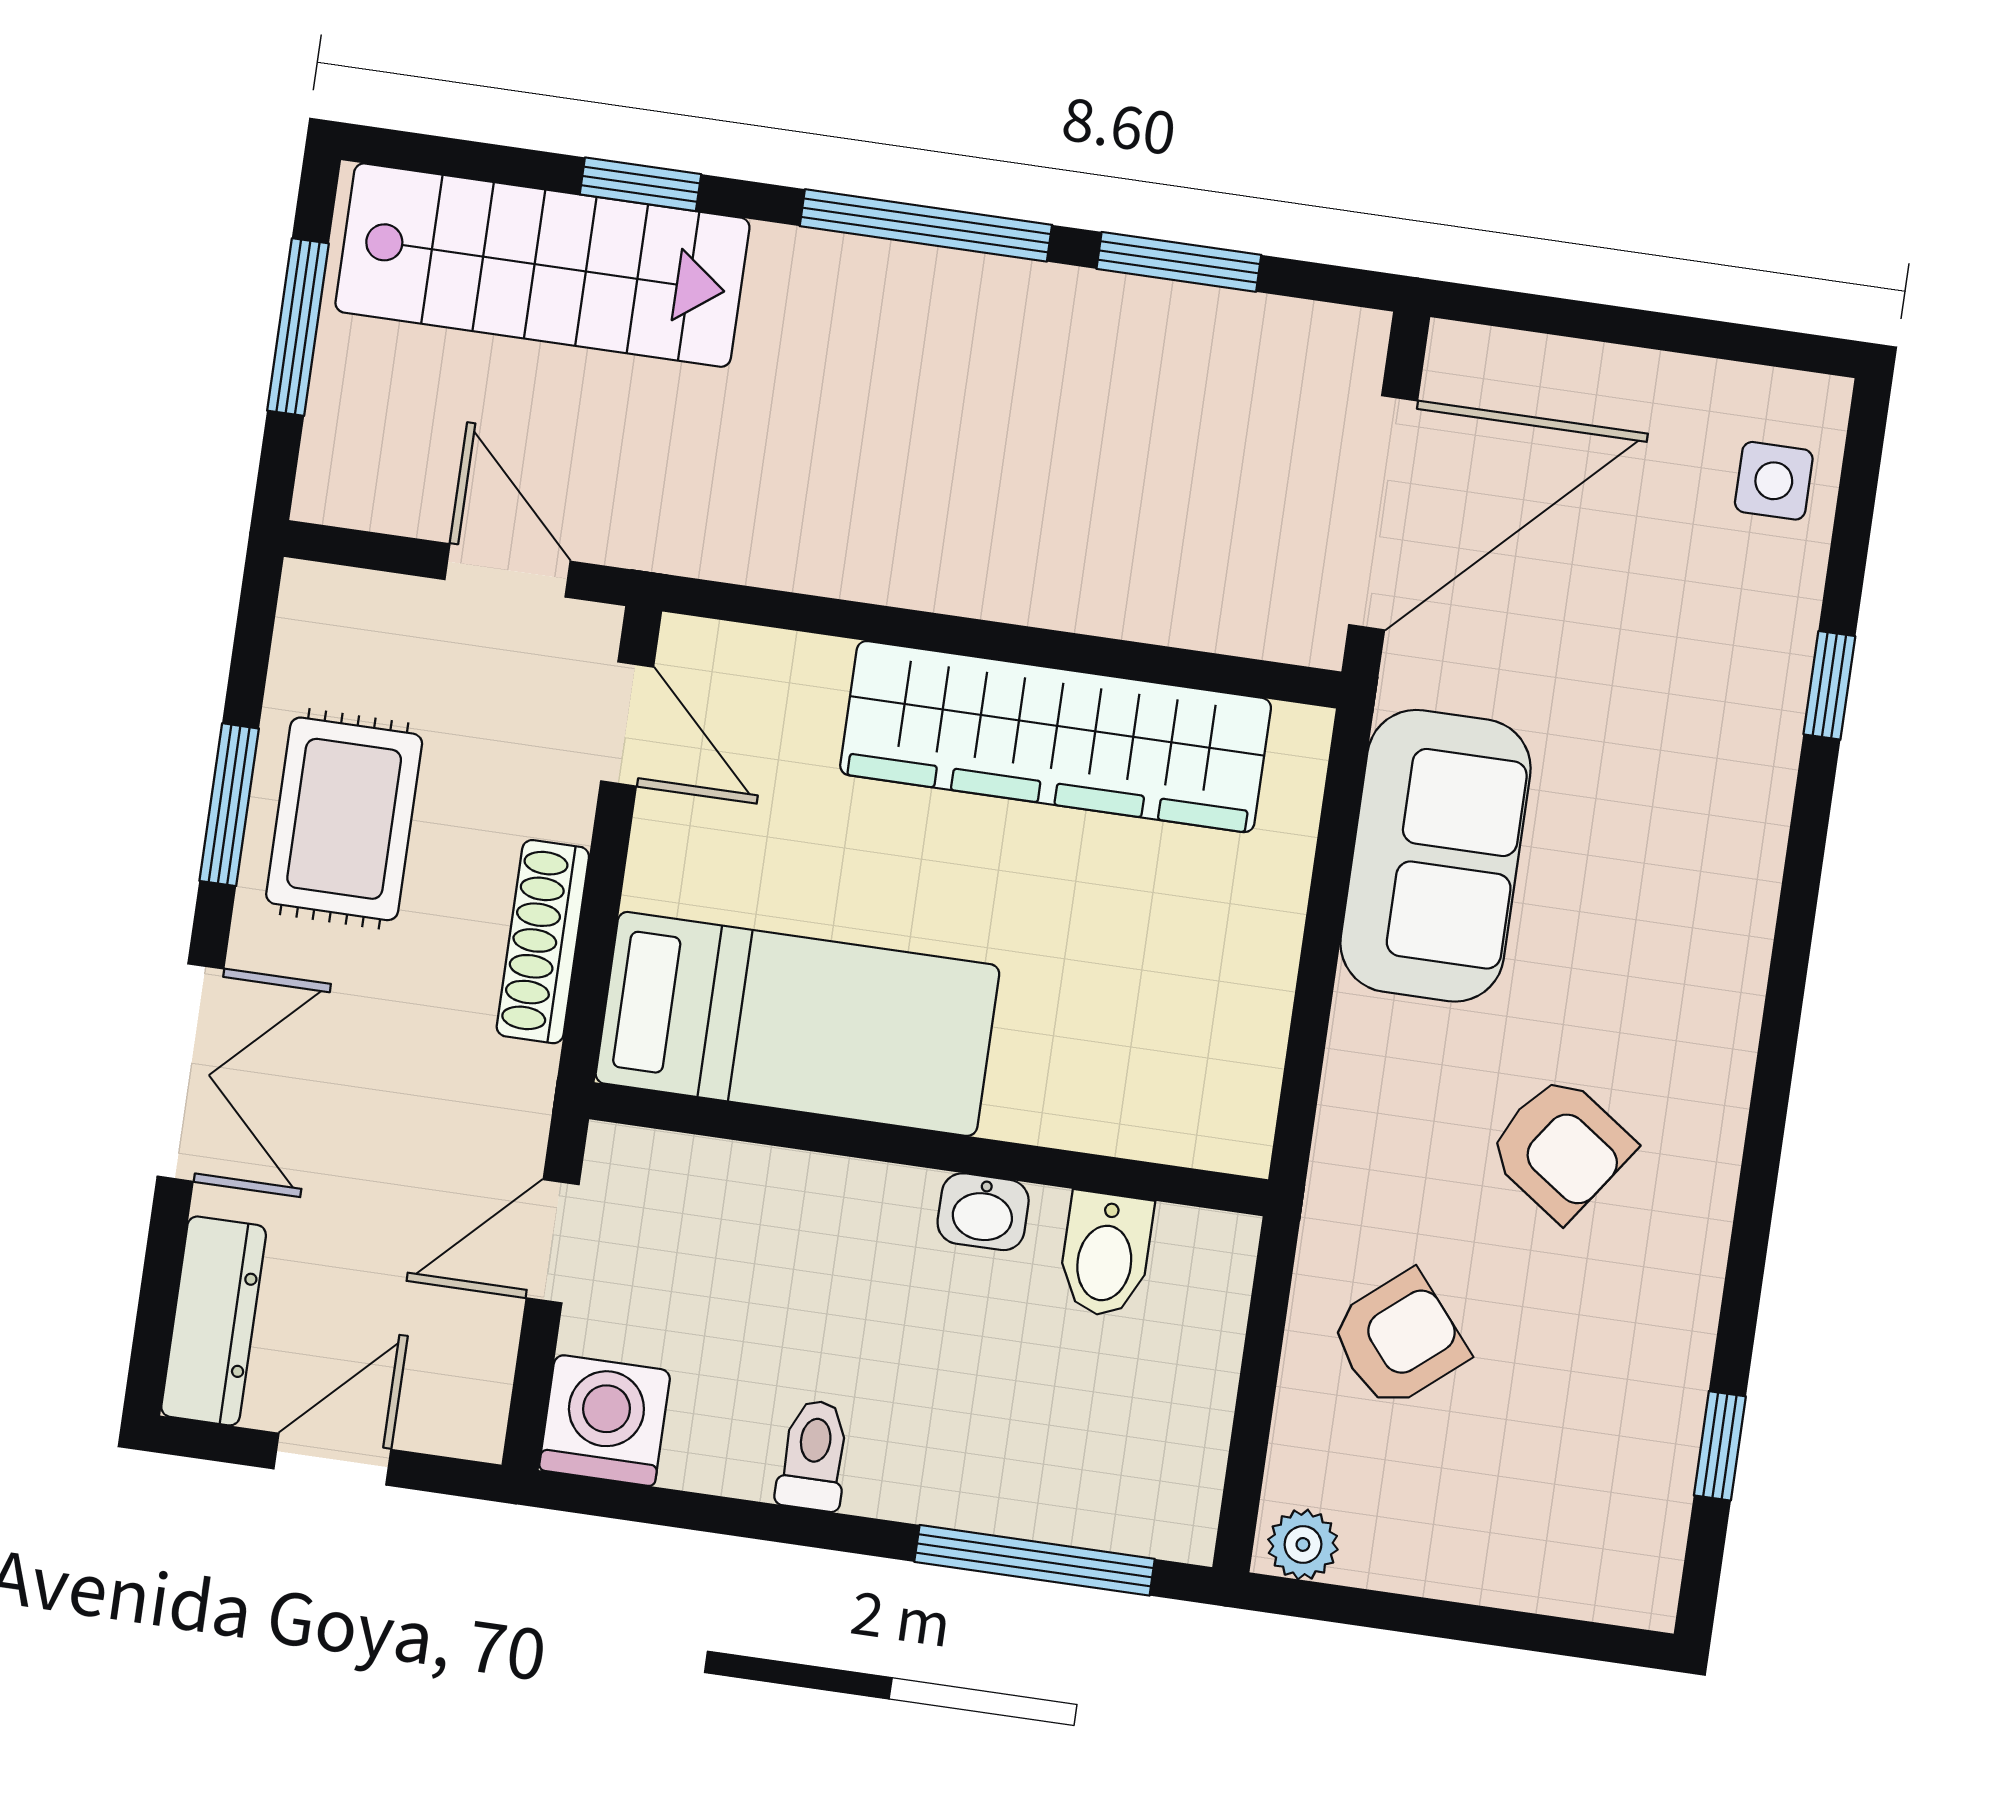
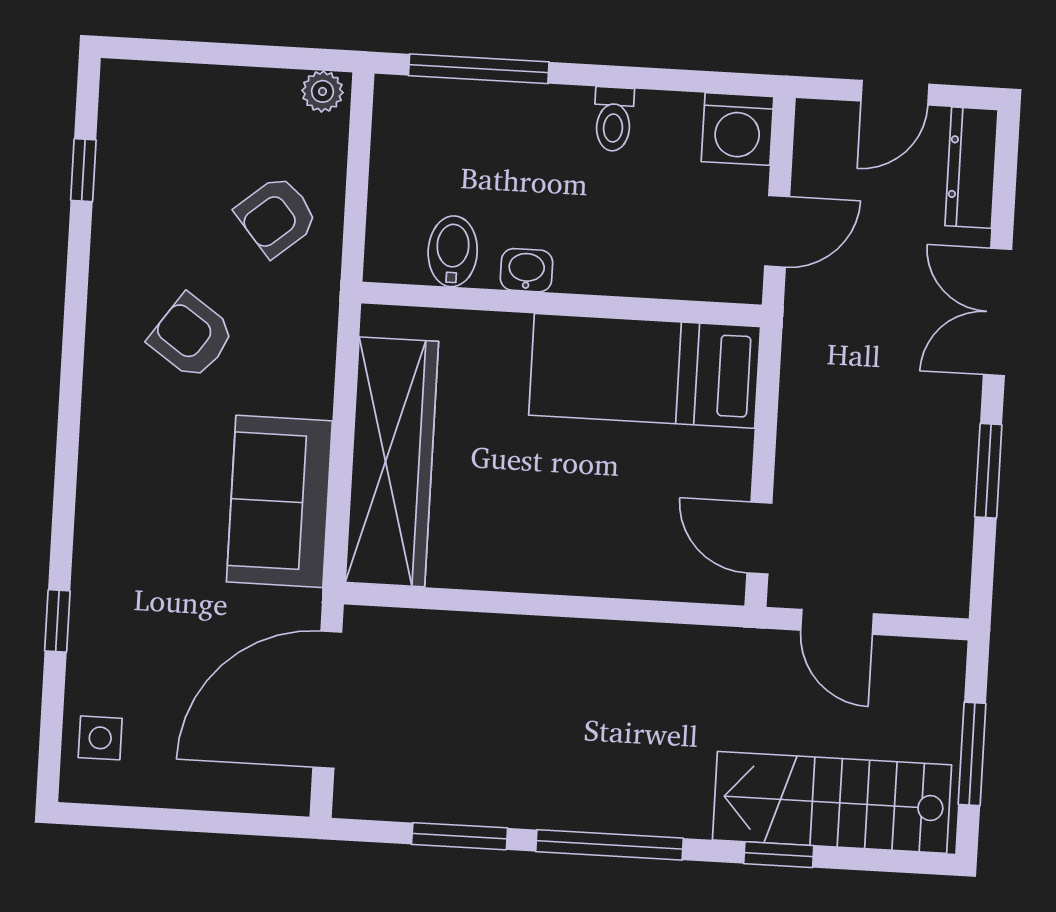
wardrobe: (1056, 737) -> (392, 462), moved, turned 90
rug: (344, 819) -> (920, 468), removed
shoe rack: (543, 942) -> (798, 406), removed

